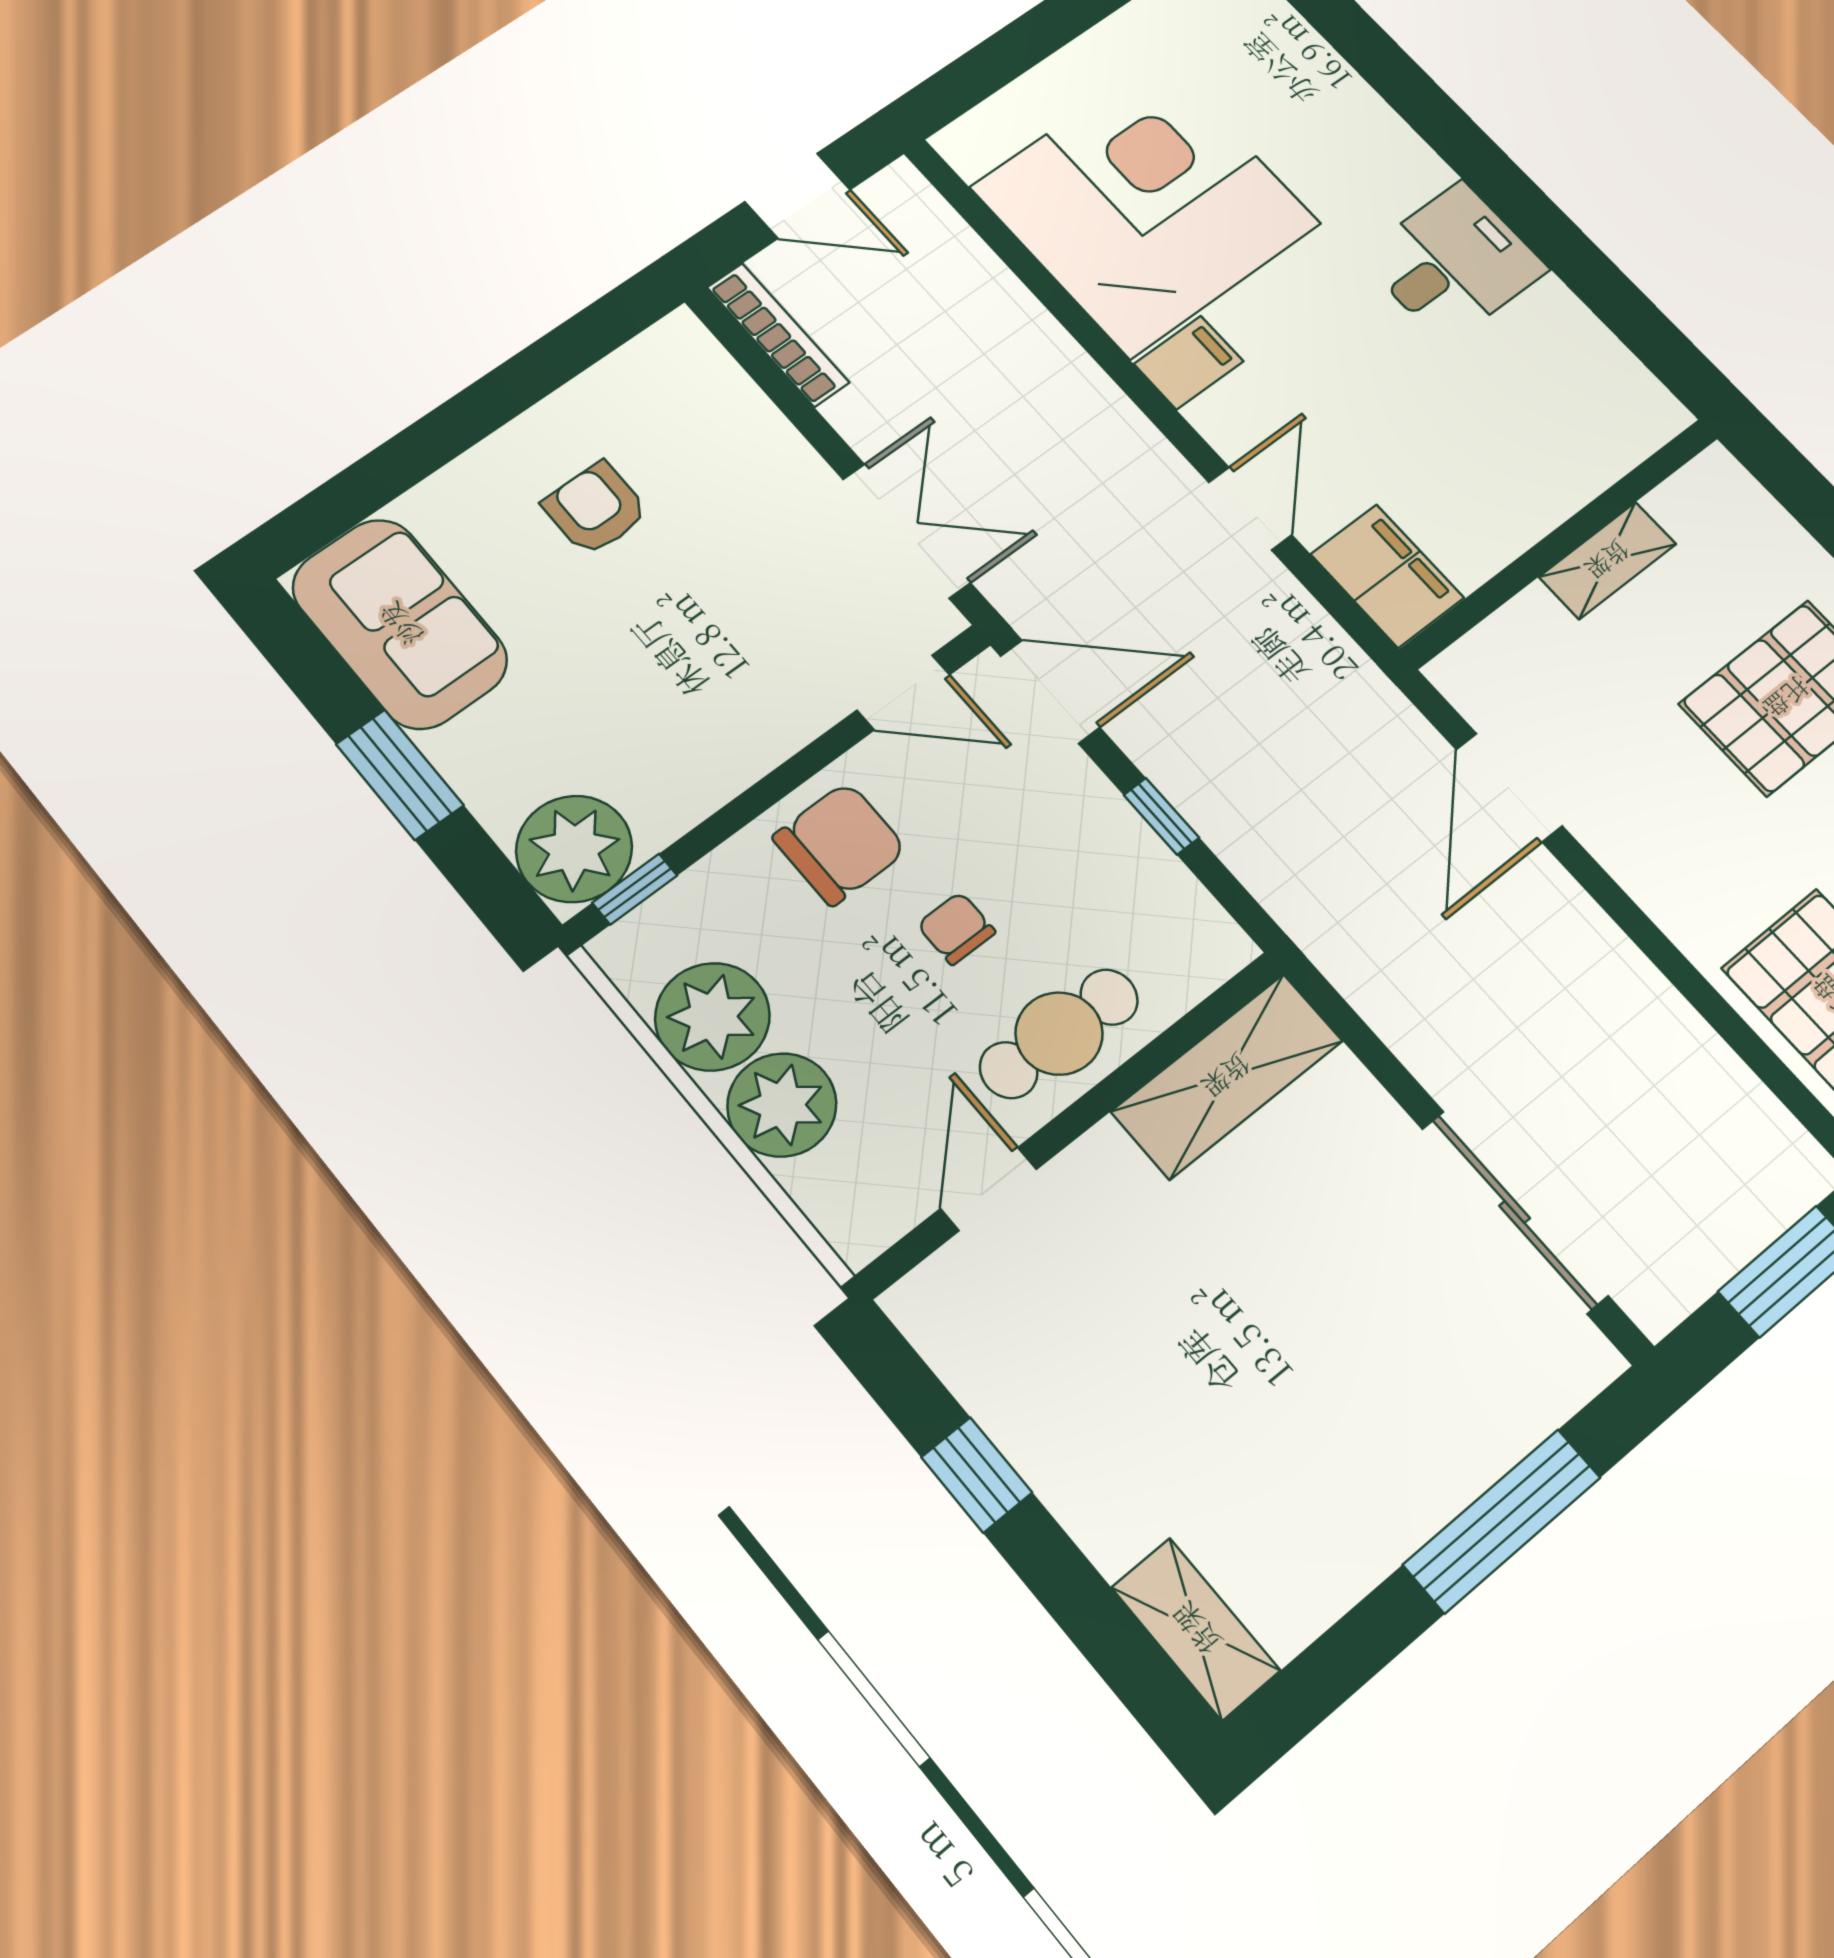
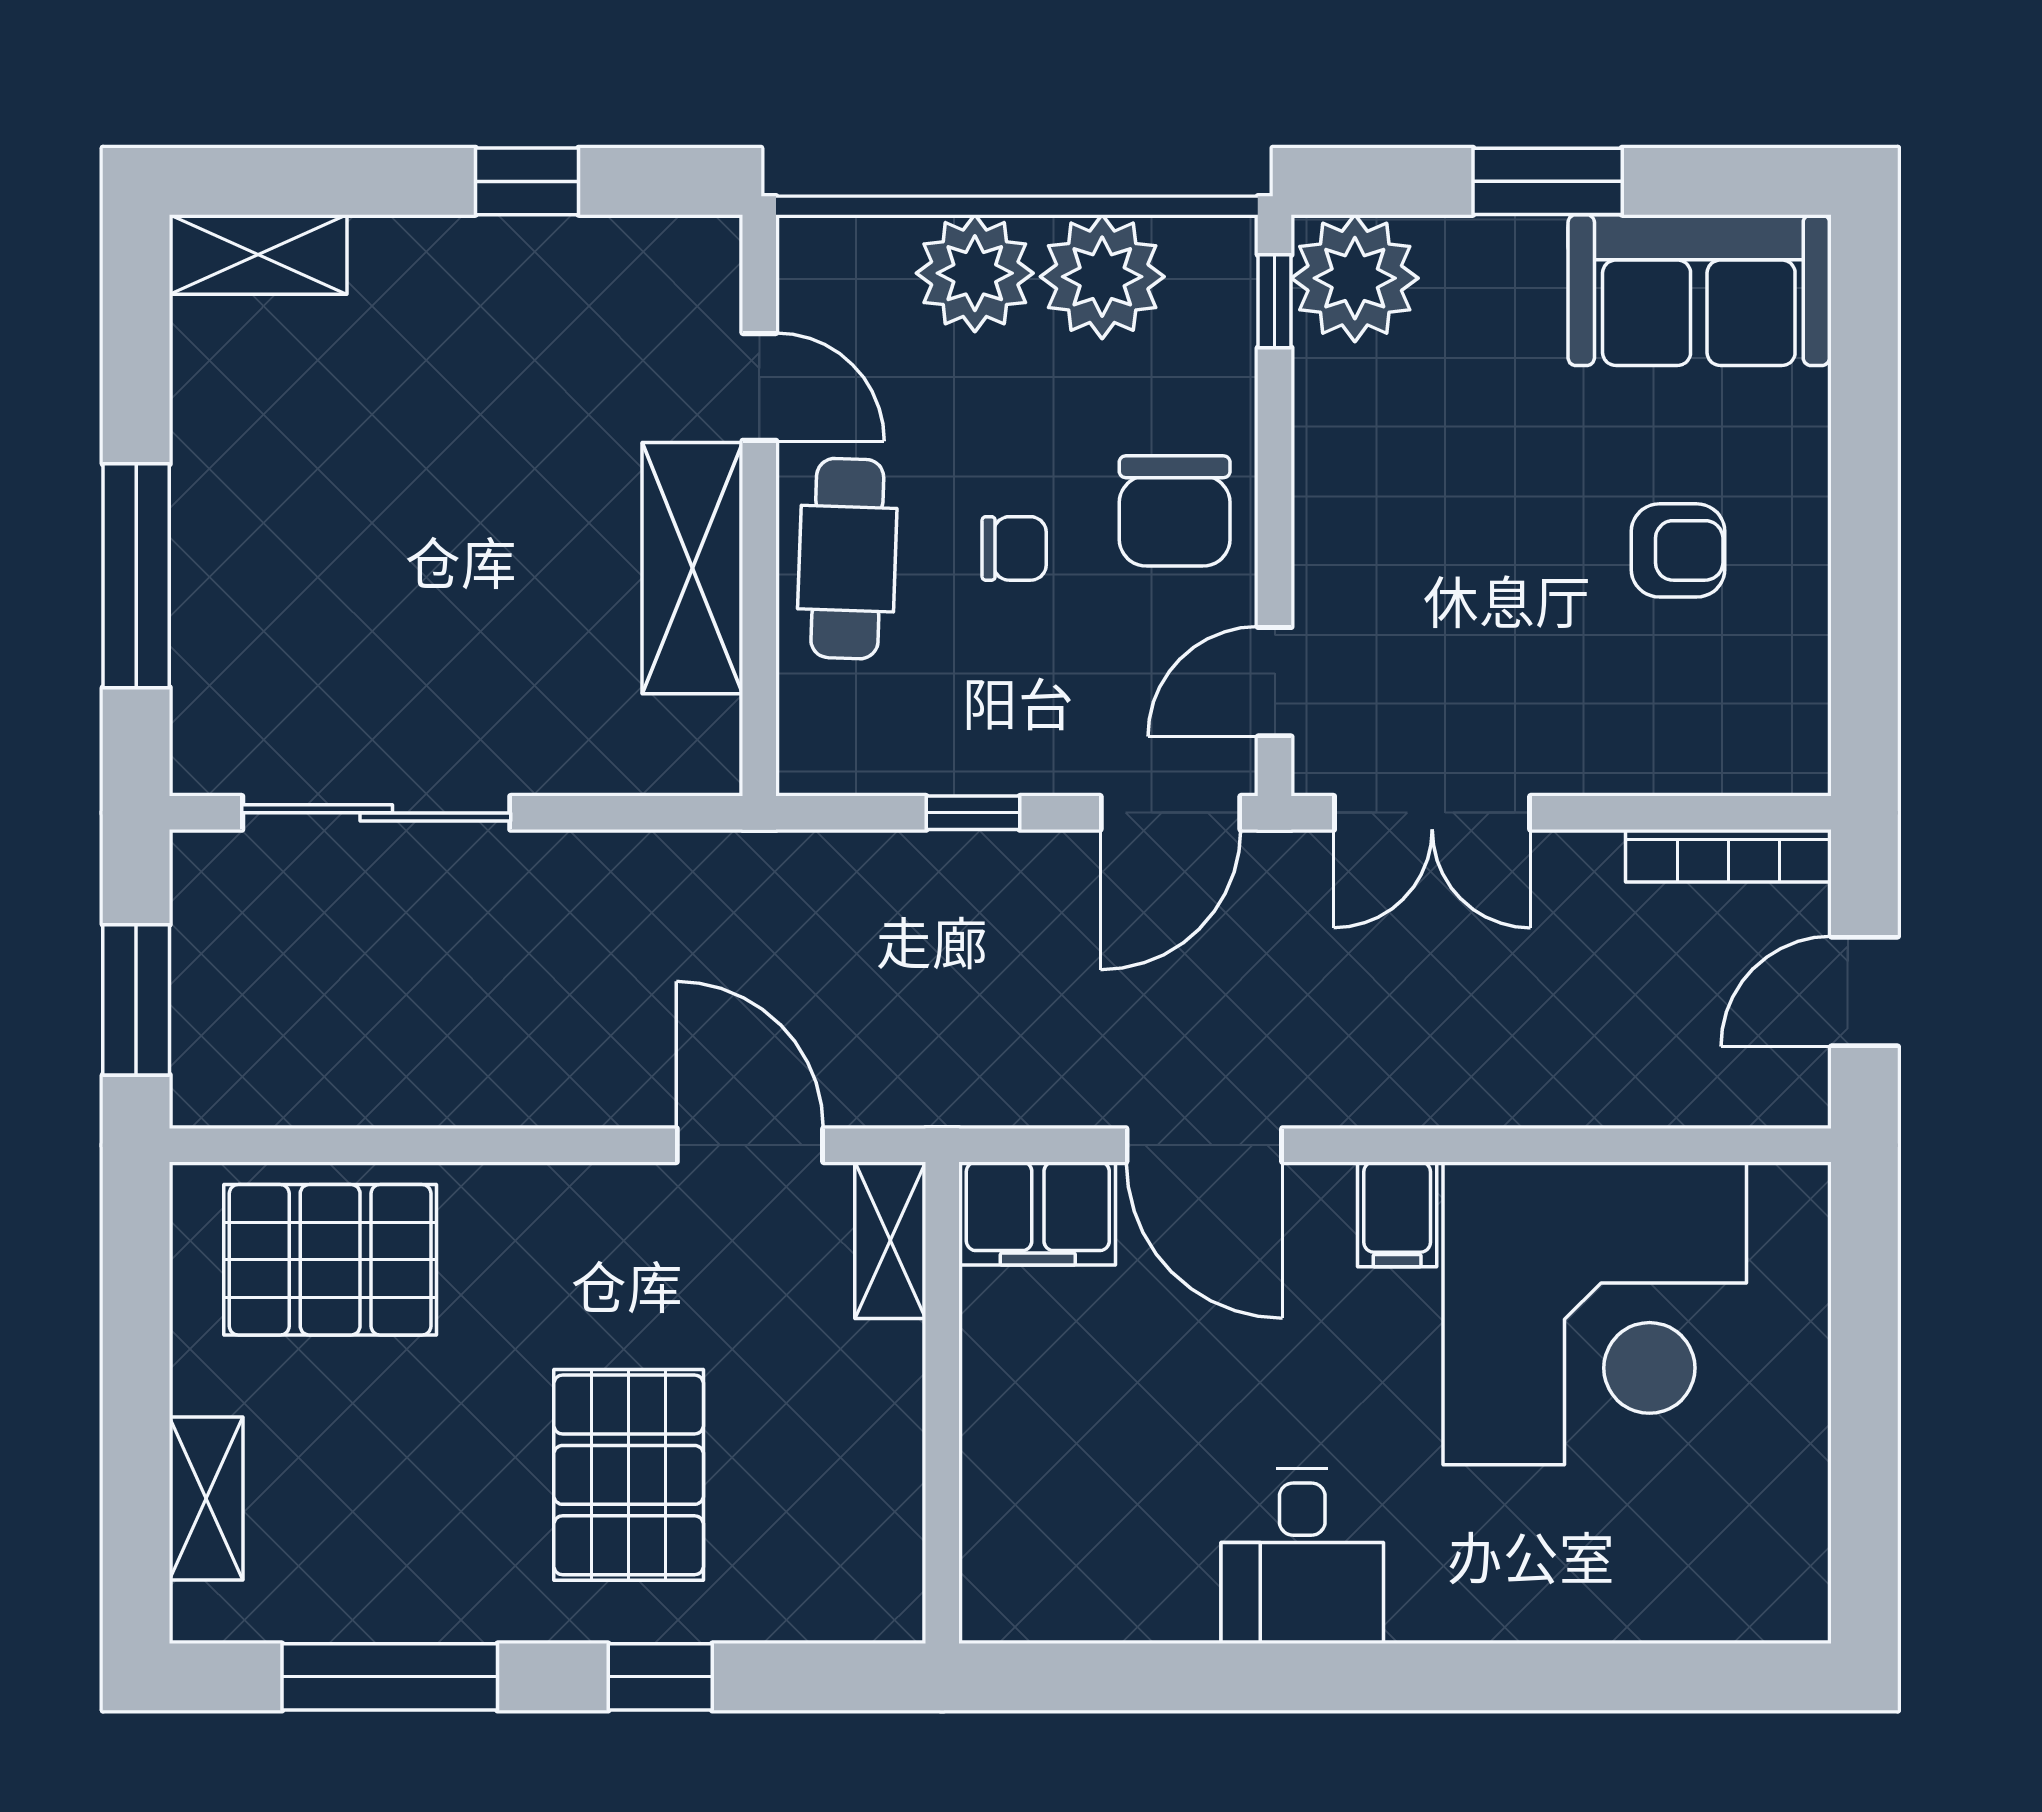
door: (1250, 509) -> (1204, 1145), width x1.38
shelving: (1608, 560) -> (890, 1240), moved
shelving: (1227, 1076) -> (692, 568), moved

